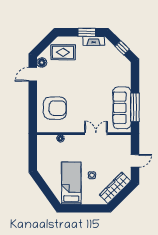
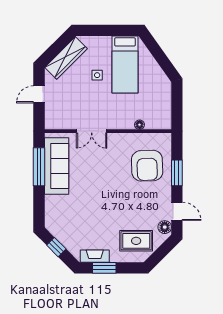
door: (33, 74) -> (177, 211), hinge flipped
window: (33, 103) -> (177, 173), added
armchair: (55, 108) -> (147, 166), turned -92

